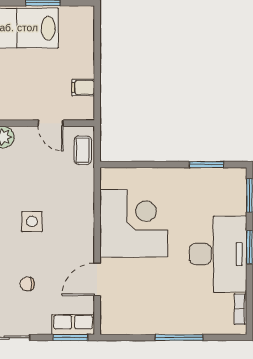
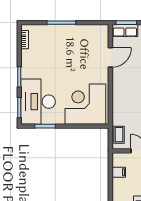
corner desk: (134, 223) -> (85, 104), moved, turned 90
desk: (218, 254) -> (38, 102), moved

